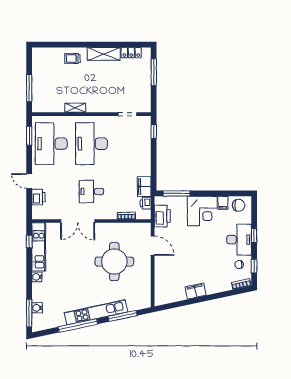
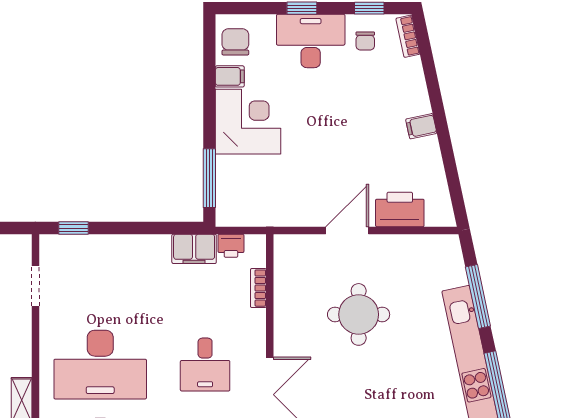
printer: (162, 216) -> (400, 209), moved
door: (153, 246) -> (347, 230), moved
round table: (114, 262) -> (359, 314), width x0.73, depth x0.73
filing cabinet: (196, 291) -> (421, 126), width x0.50

